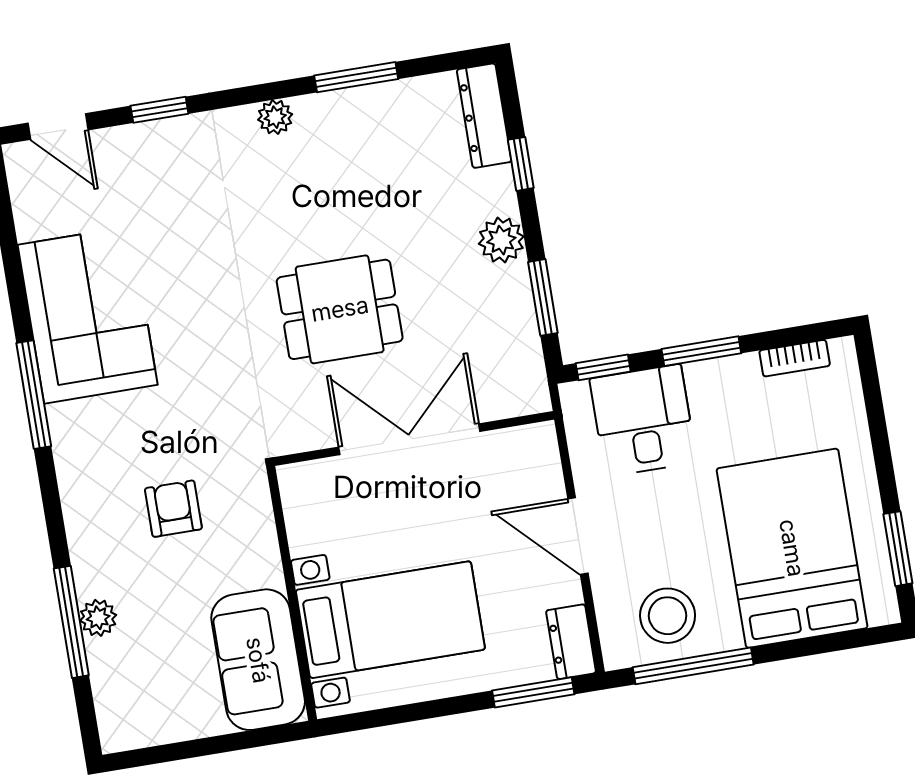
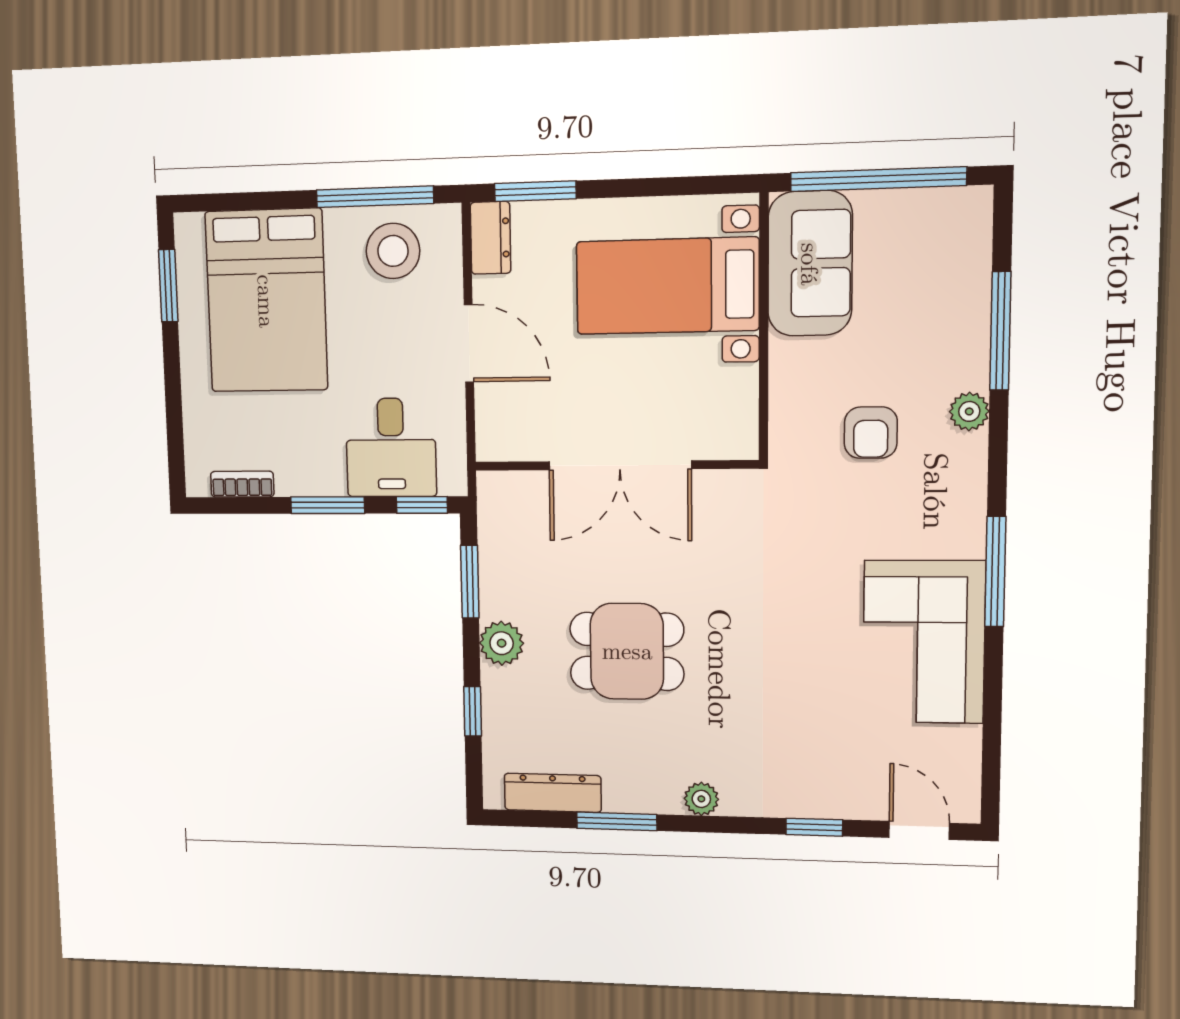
dresser: (484, 116) -> (553, 793), moved, turned -90
dining table: (340, 309) -> (627, 651), moved
plant: (98, 618) -> (969, 411), moved
window: (209, 746) -> (878, 179), added

